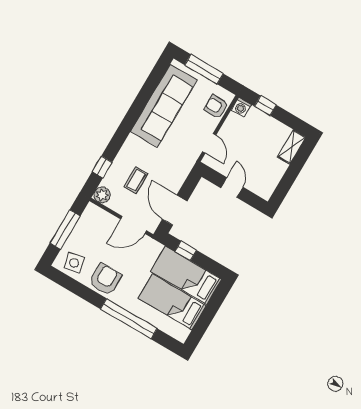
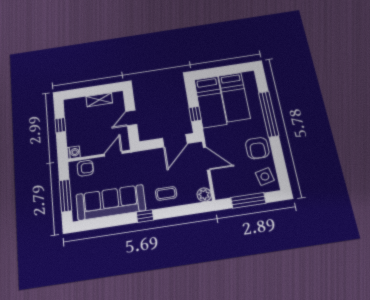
window: (265, 106) -> (60, 125), moved
armchair: (216, 107) -> (85, 168), turned -90
shelving: (292, 147) -> (99, 100), moved
window: (102, 167) -> (145, 216), moved
coffee table: (136, 180) -> (166, 193), moved
armchair: (105, 279) -> (257, 148), turned -90

